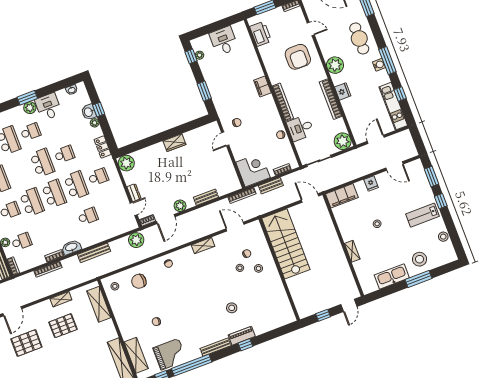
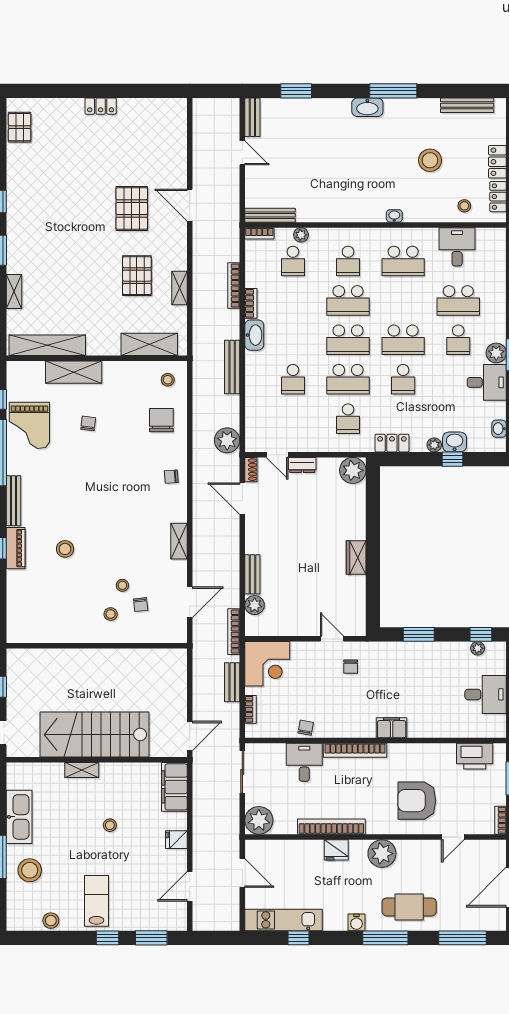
window: (387, 61) -> (385, 938), moved
plant: (180, 206) -> (255, 605), moved
stairs: (286, 244) -> (94, 735), moved, turned 180
shelving: (136, 355) -> (74, 372), moved

